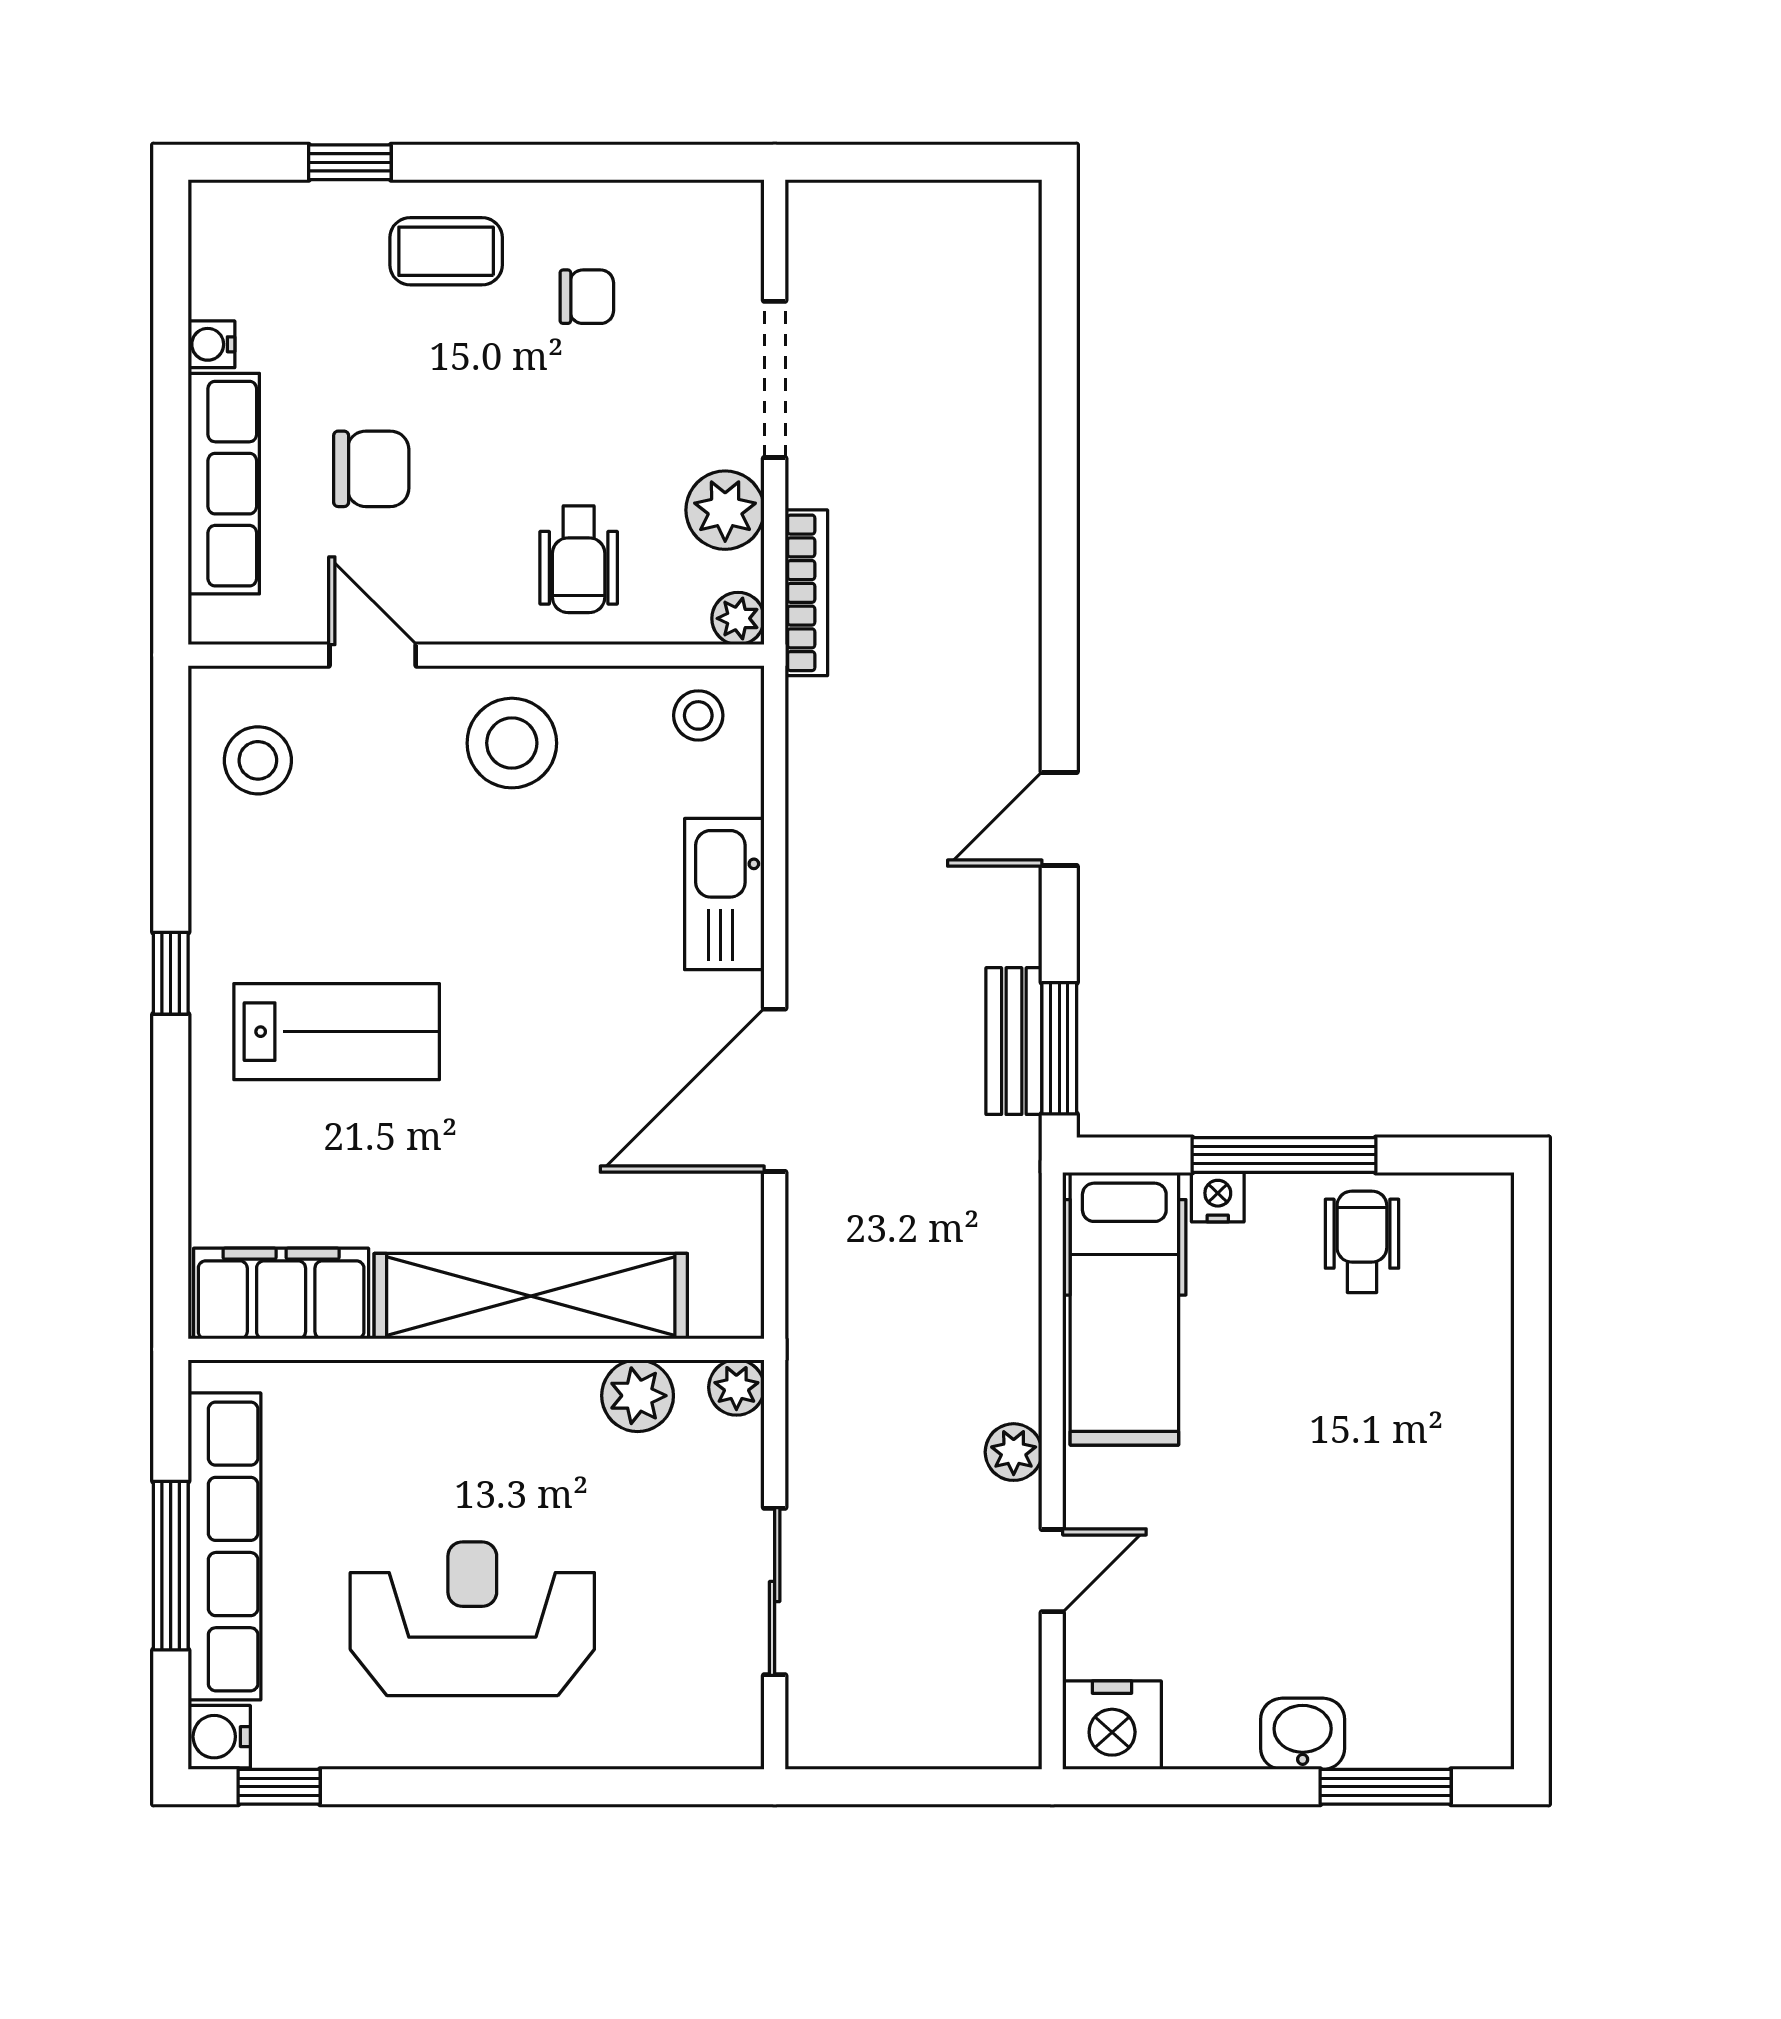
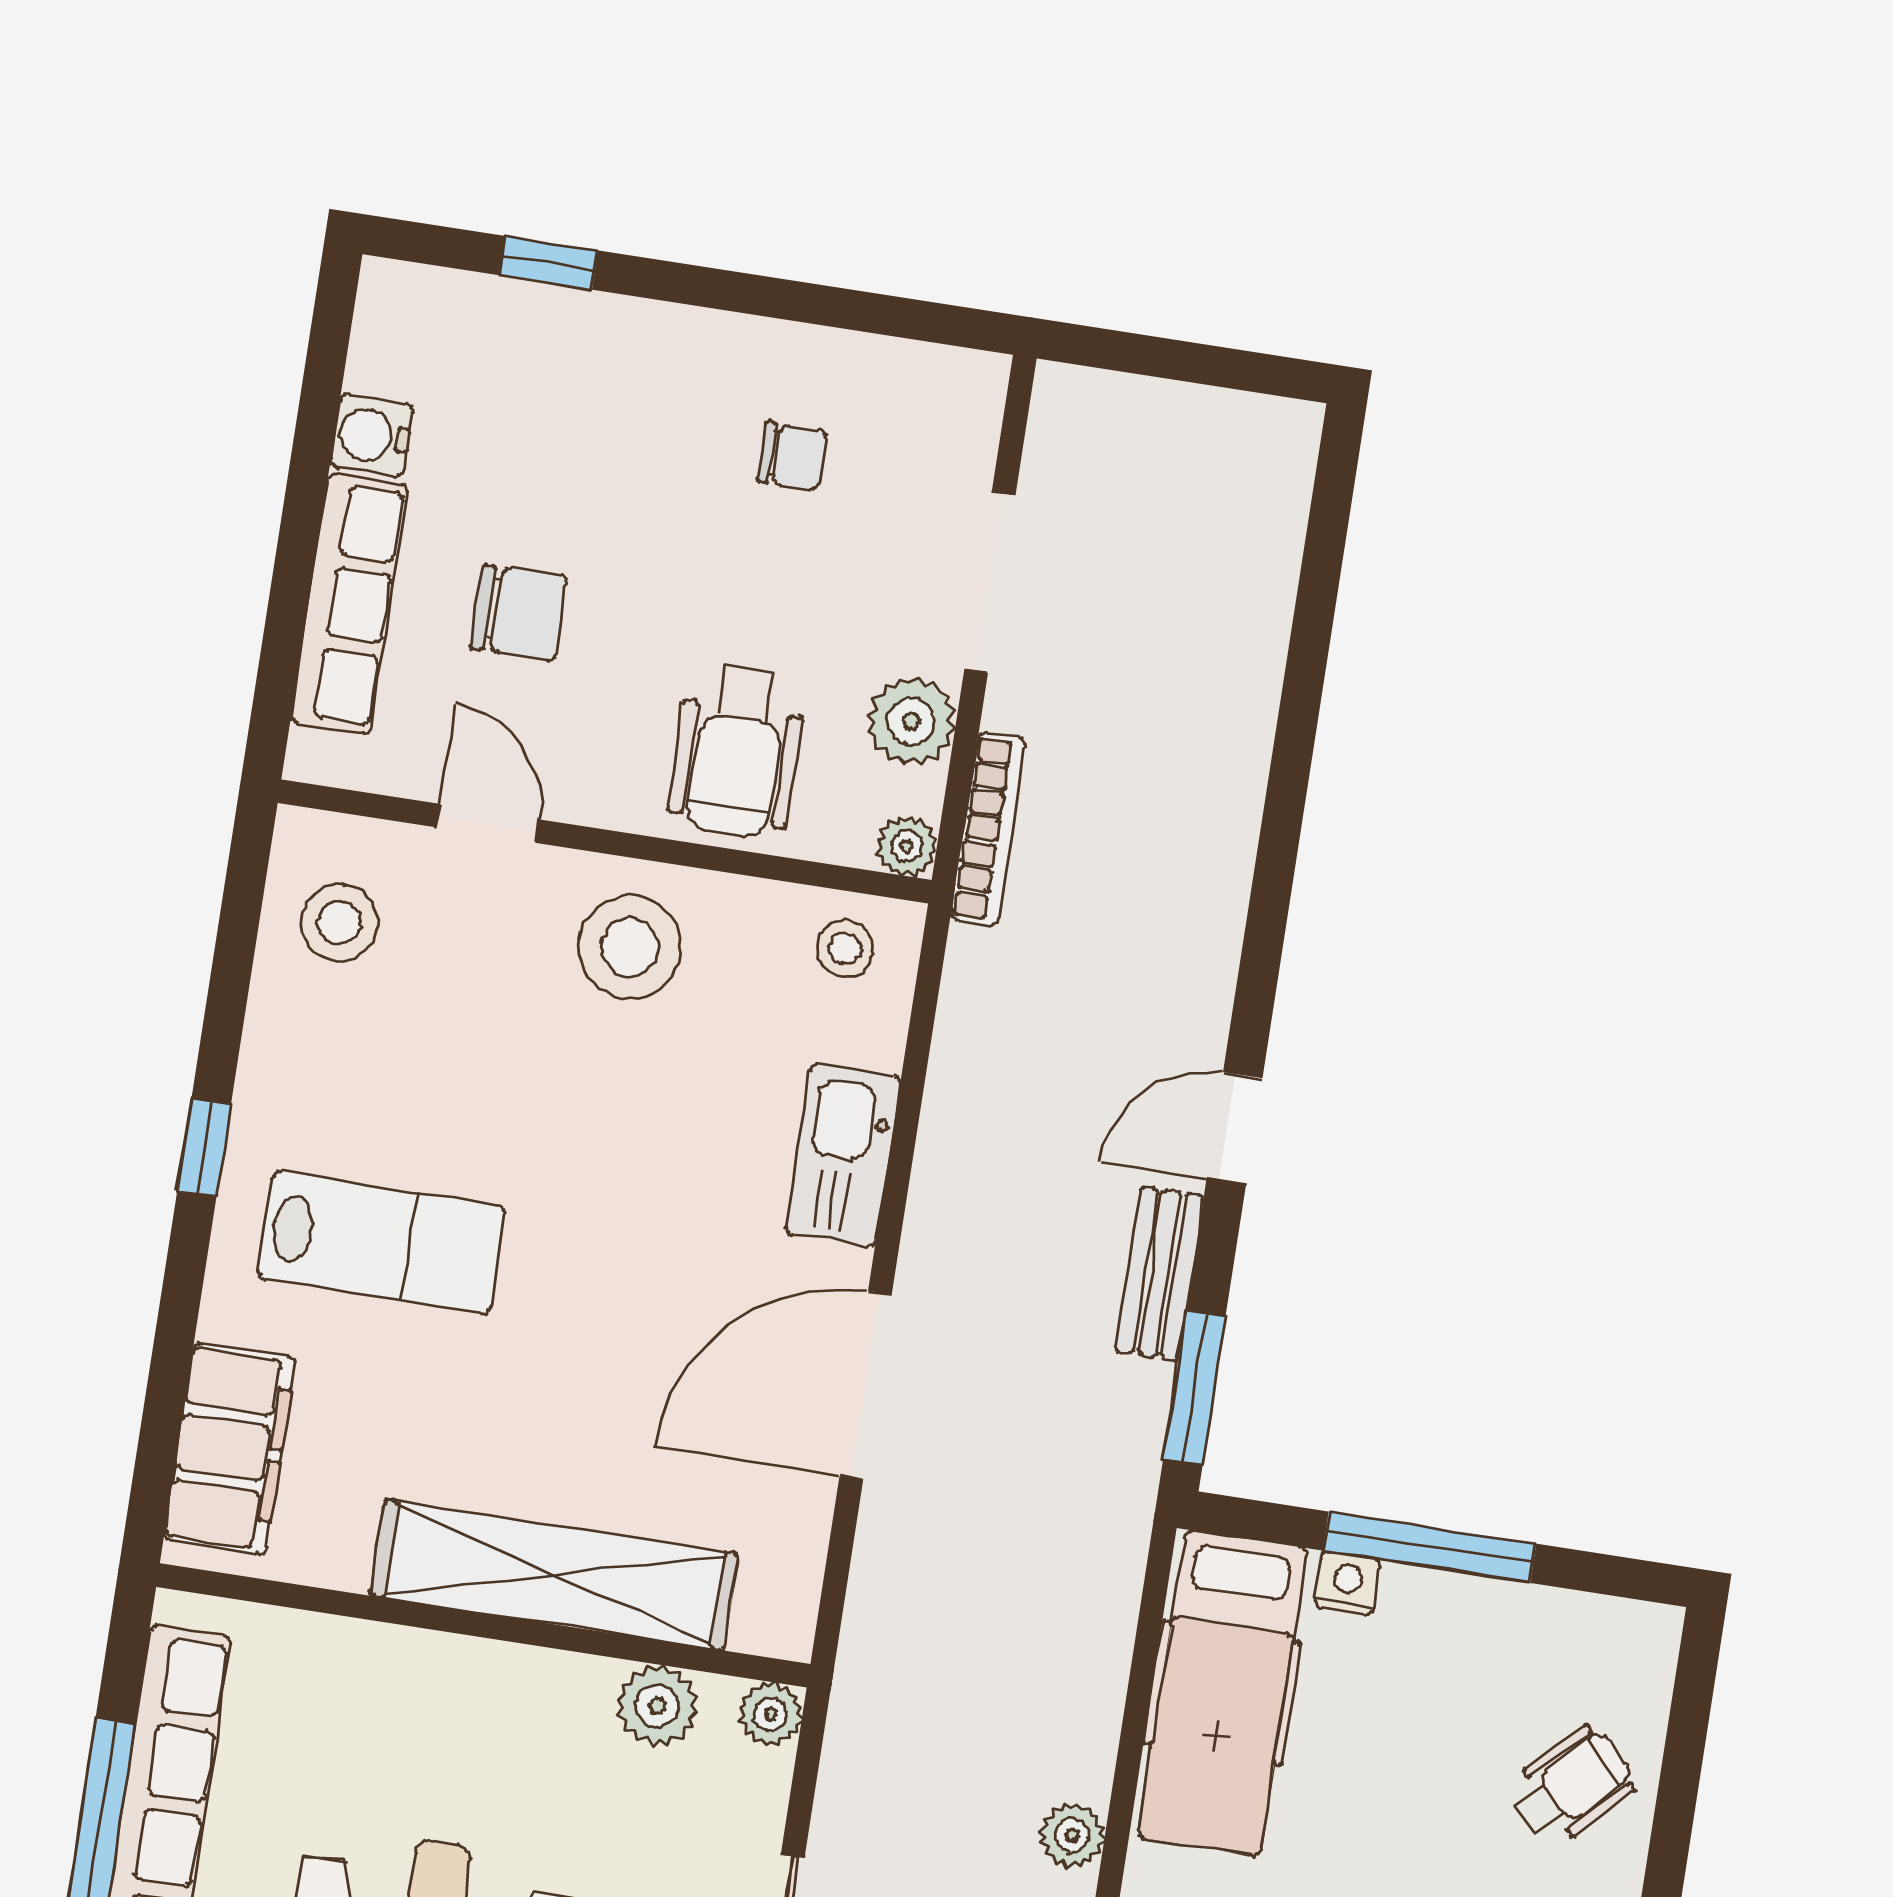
coffee table: (446, 251) -> (641, 380), removed
water cooler: (211, 344) -> (372, 436), width x1.38, depth x1.38
wheelchair: (579, 559) -> (737, 751), width x1.36, depth x1.37
bench: (1014, 1041) -> (1160, 1274), moved
wheelchair: (1362, 1242) -> (1572, 1786), moved, turned 45
filing cabinet: (281, 1294) -> (230, 1449), moved, turned 90

